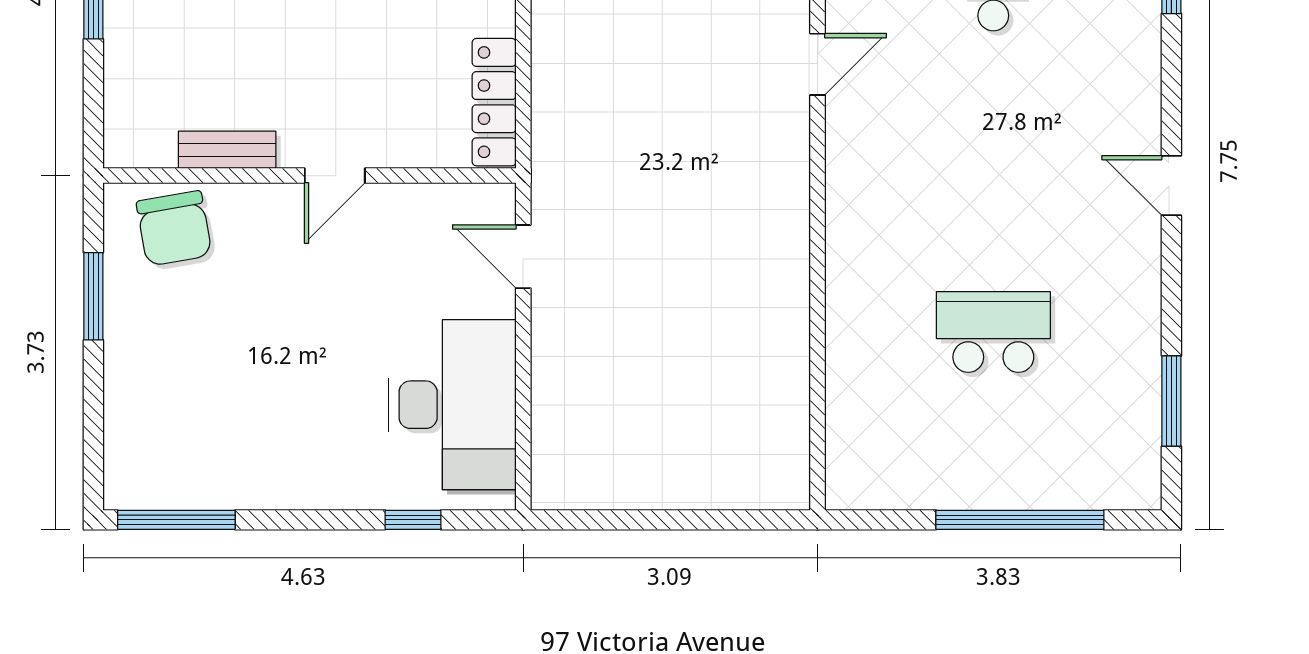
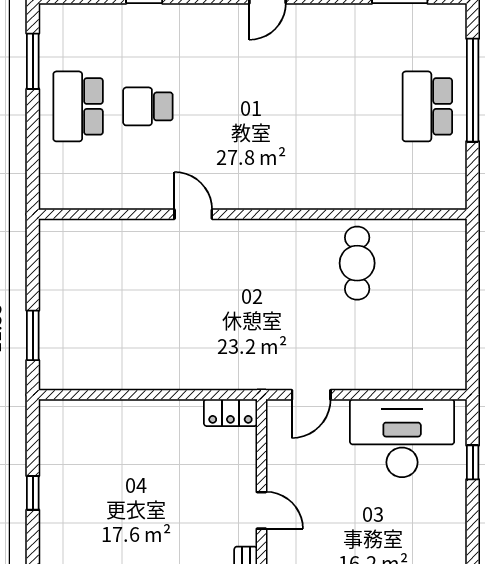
locker: (494, 102) -> (230, 413), width x0.66
cafe table: (738, 332) -> (357, 263), added
school desk: (993, 332) -> (427, 106), moved

